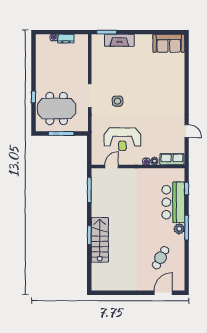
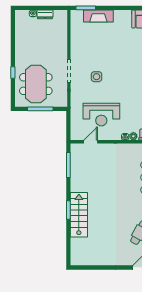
meeting table: (57, 109) -> (36, 84), turned 90

